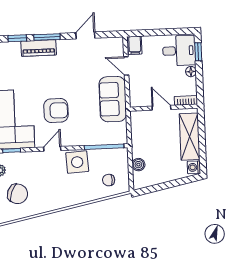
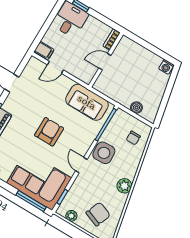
floor lamp: (191, 72) -> (92, 21), removed
sofa: (113, 99) -> (87, 102), moved
armchair: (56, 110) -> (49, 132), moved
shelving: (190, 137) -> (141, 55), removed
plant: (59, 201) -> (124, 186), added

